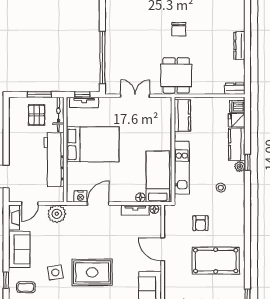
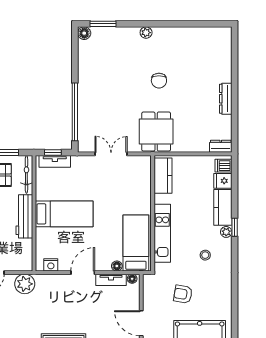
bed: (93, 144) -> (64, 214), width x0.67
workbench: (54, 160) -> (24, 216), width x0.73, depth x0.76
door: (98, 204) -> (83, 273), moved
armchair: (200, 223) -> (183, 294), turned 100

